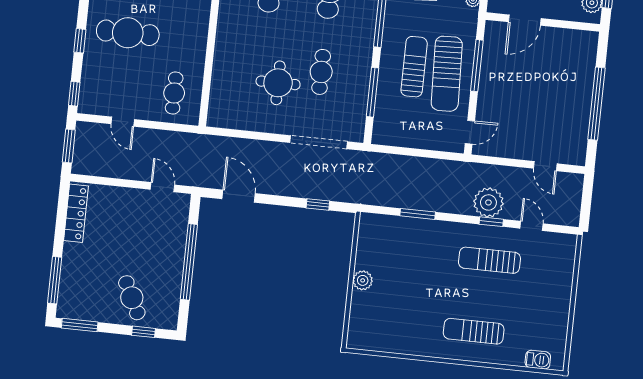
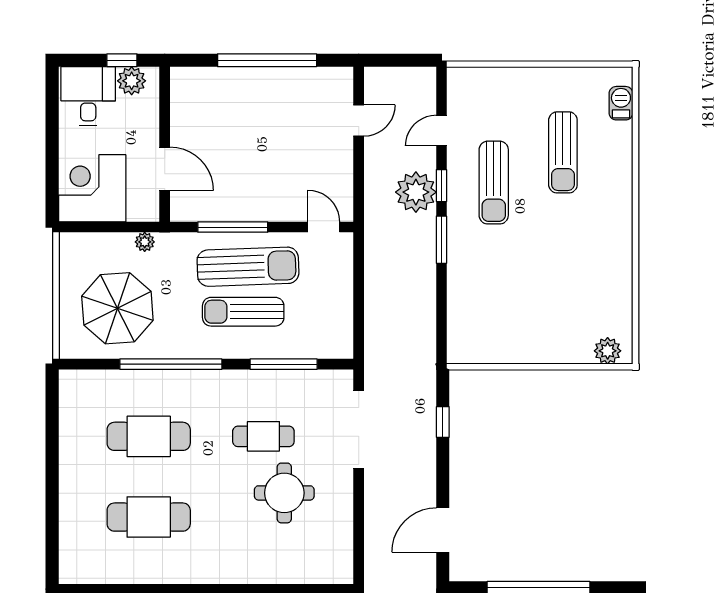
window: (418, 214) -> (441, 240), moved
plant: (363, 280) -> (608, 351), moved
sun lounger: (474, 331) -> (563, 152), moved

